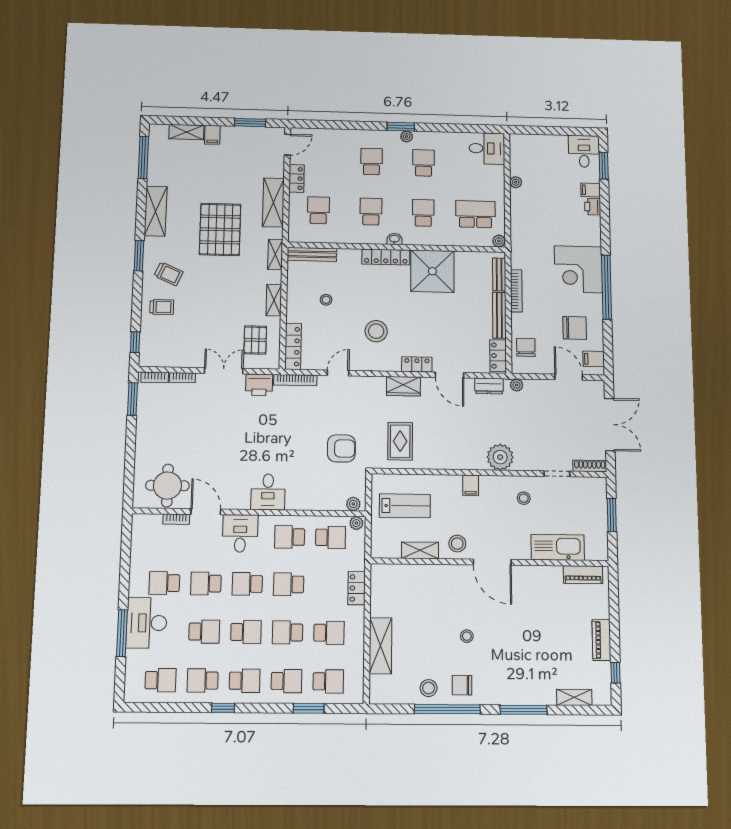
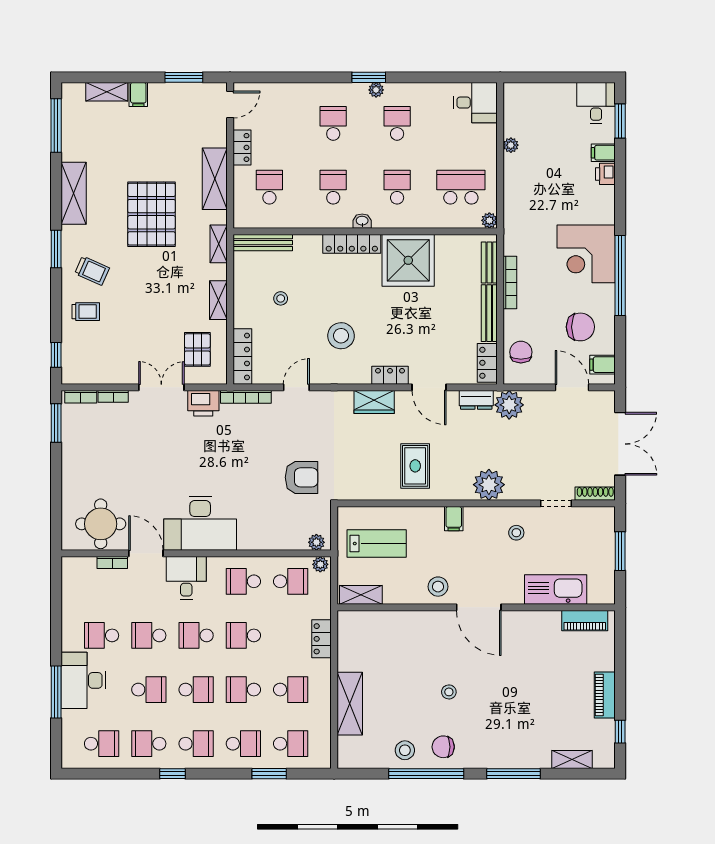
plant: (517, 385) -> (509, 405), width x1.88, depth x1.88
rug: (400, 441) -> (415, 466), moved
desk: (268, 492) -> (200, 523), width x1.87, depth x1.30
shelving: (420, 550) -> (361, 595), moved

